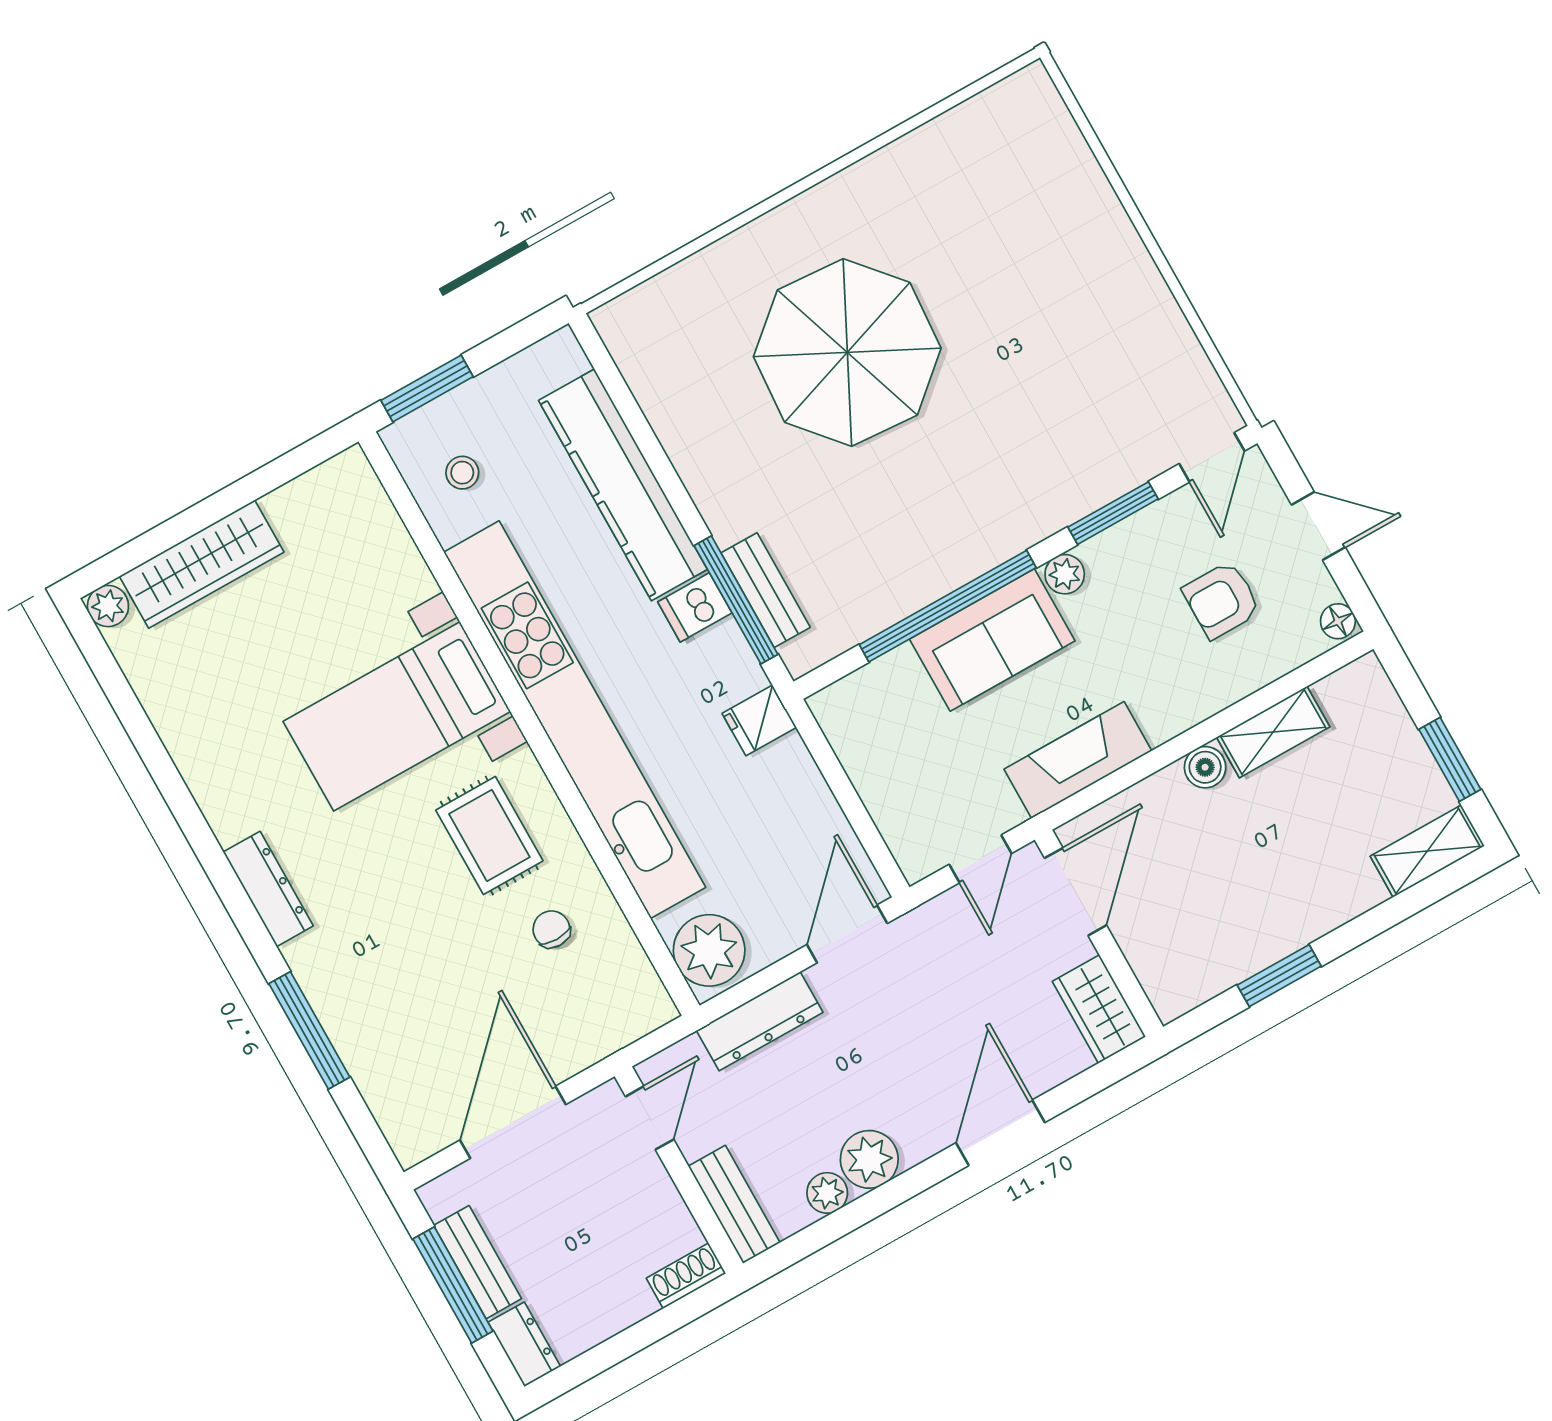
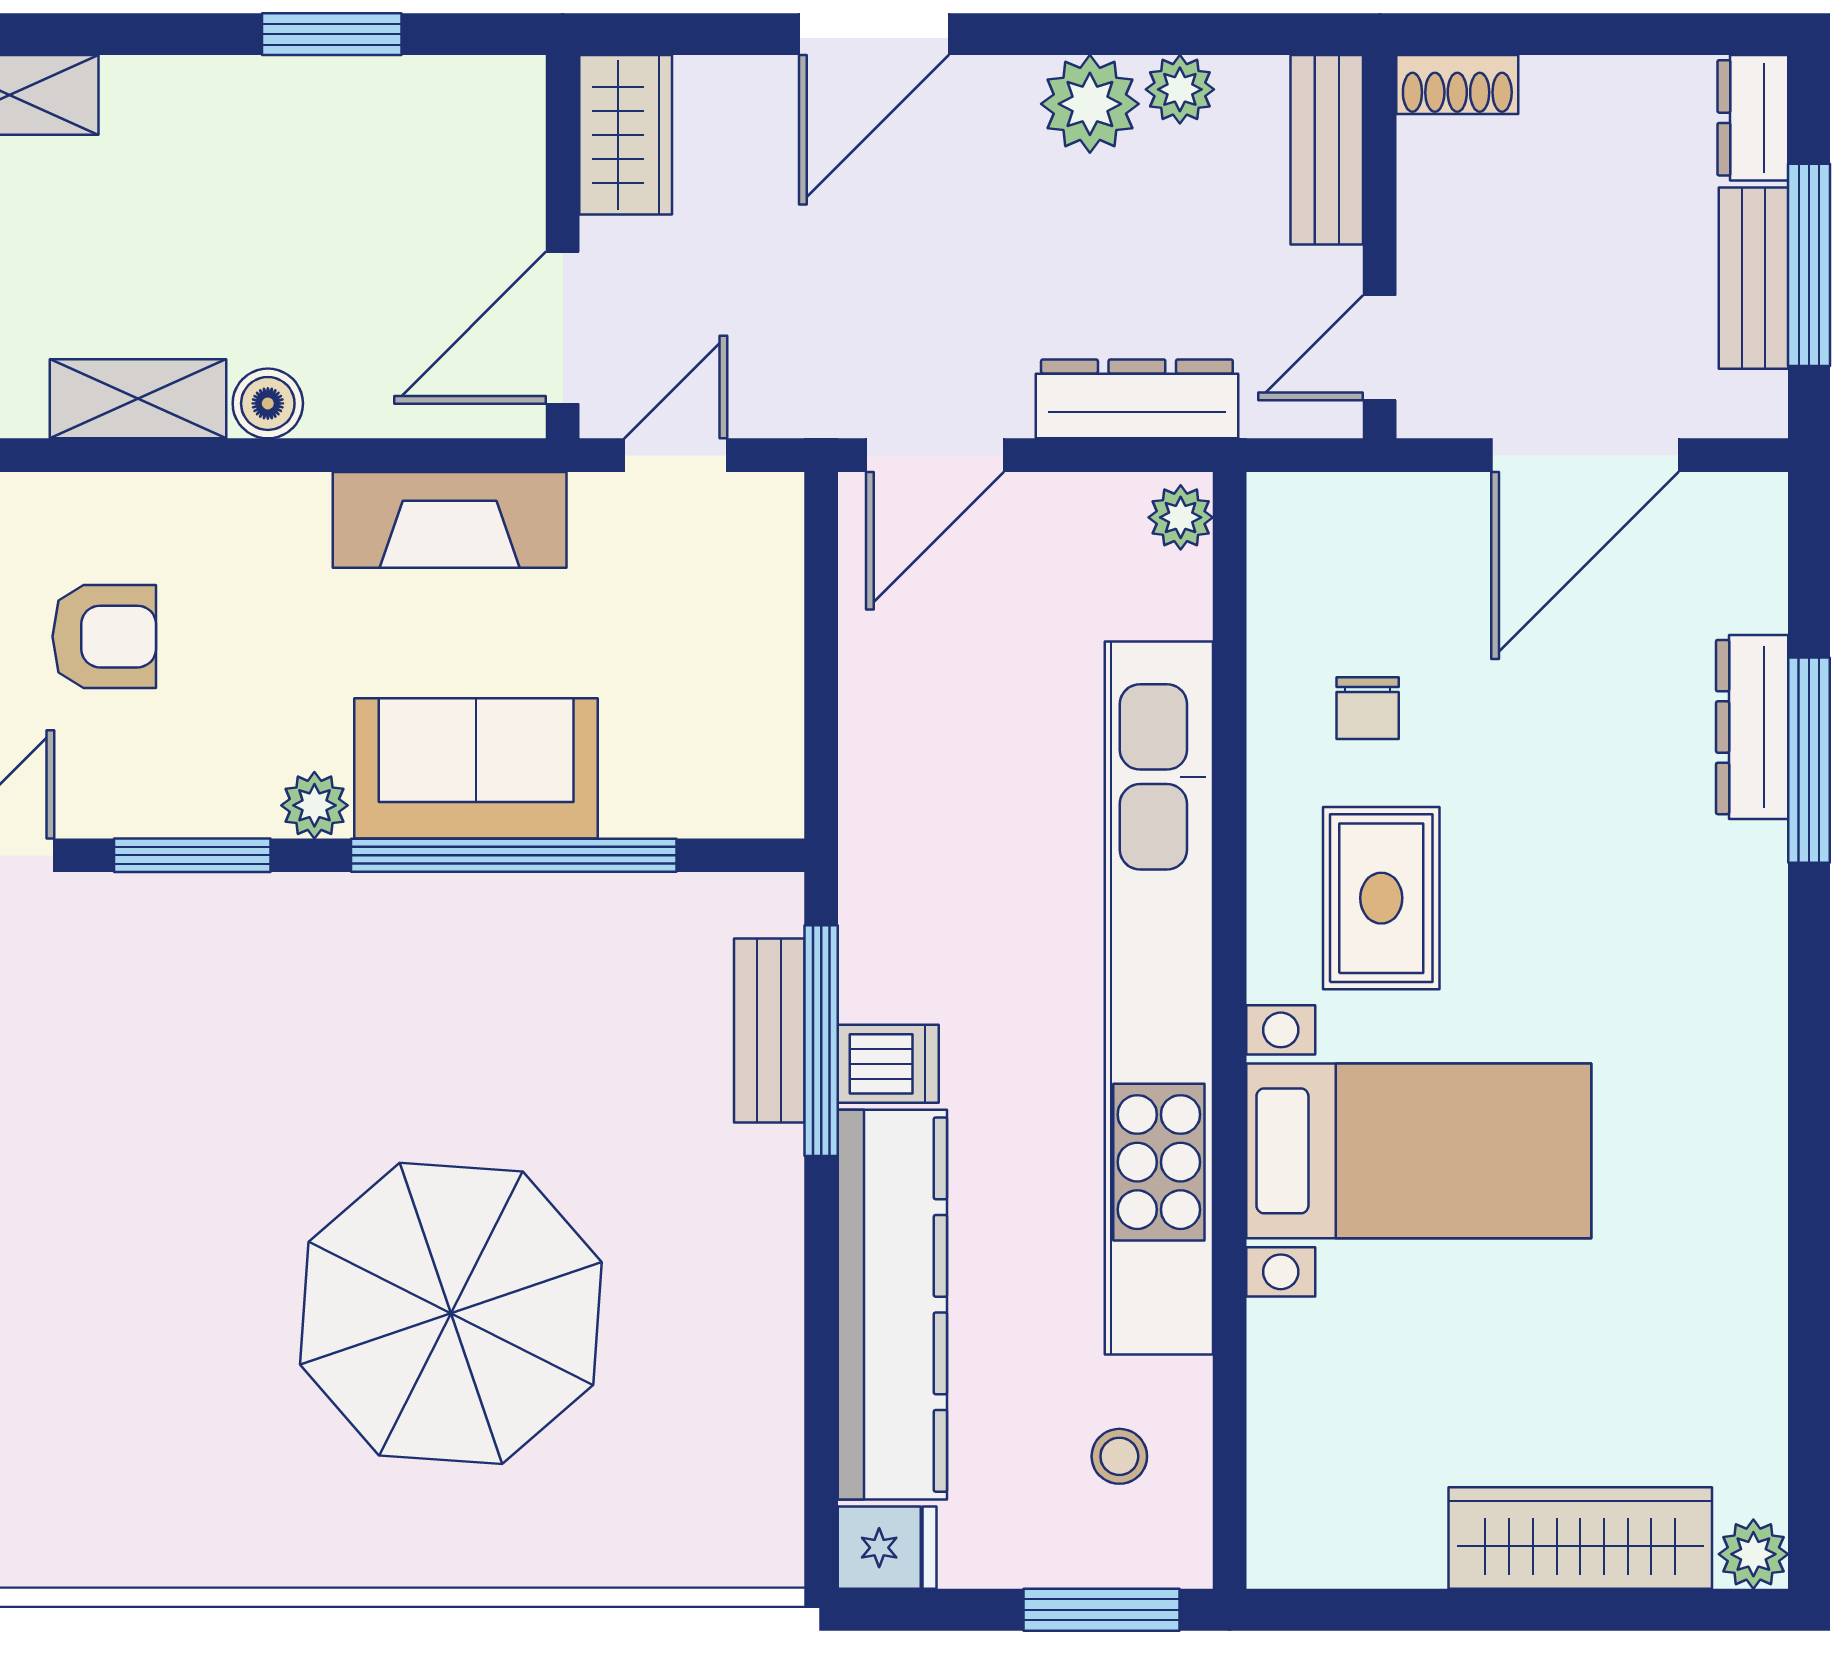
fridge: (759, 720) -> (887, 1548), moved
dresser: (268, 889) -> (1752, 727), moved
plant: (709, 950) -> (1181, 517), width x0.53, depth x0.53

